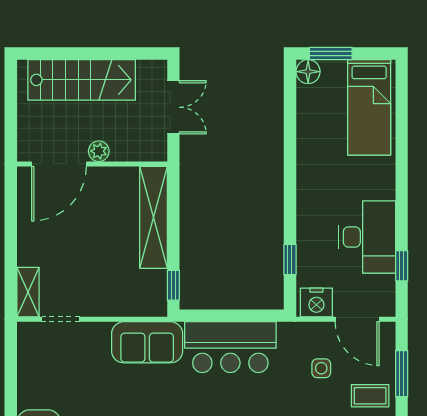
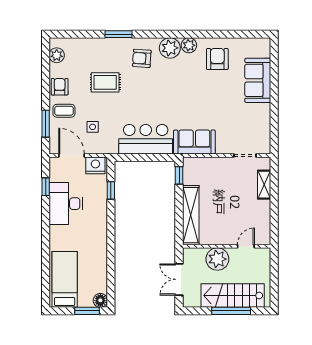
window: (84, 53) -> (231, 311), added
plant: (99, 151) -> (217, 259), width x1.87, depth x1.87
door: (59, 164) -> (246, 246), width x0.53
shelving: (28, 292) -> (264, 185), moved

